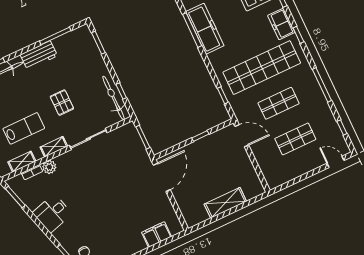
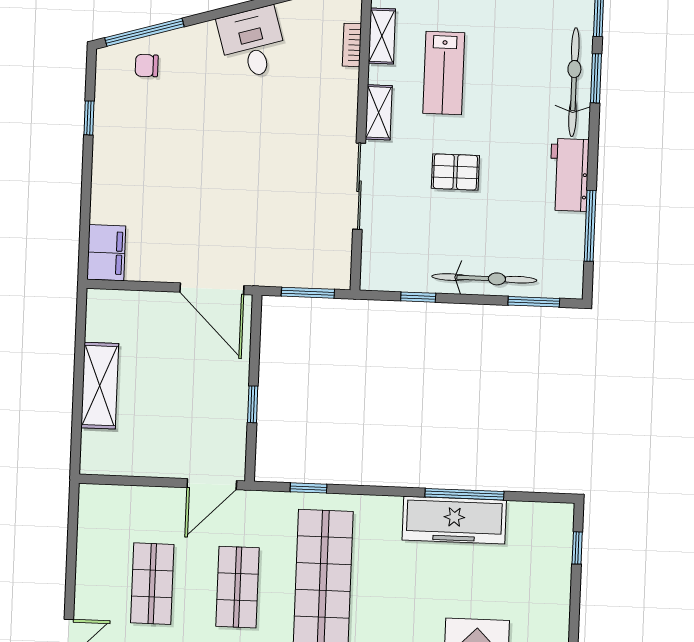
bicycle: (114, 98) -> (484, 278), moved
plant: (49, 167) -> (344, 83), removed
filing cabinet: (157, 235) -> (106, 253), moved

